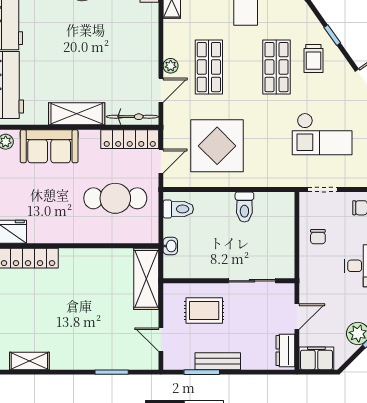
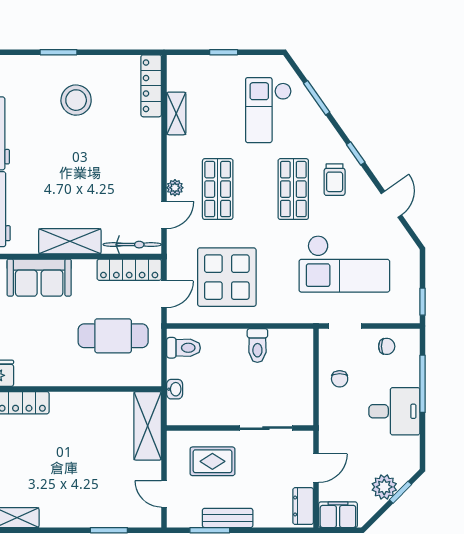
checkout: (322, 134) -> (344, 264), width x1.36, depth x1.21

